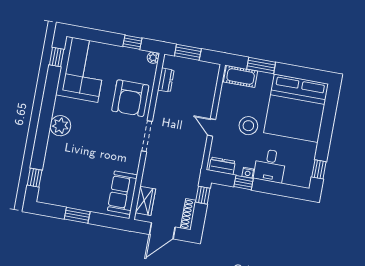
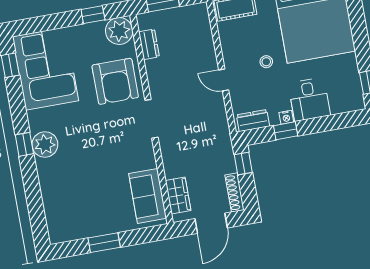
plant: (153, 58) -> (119, 31), width x1.87, depth x1.87
stool: (248, 126) -> (266, 62), width x0.53, depth x0.53
window: (35, 178) -> (24, 144), moved

